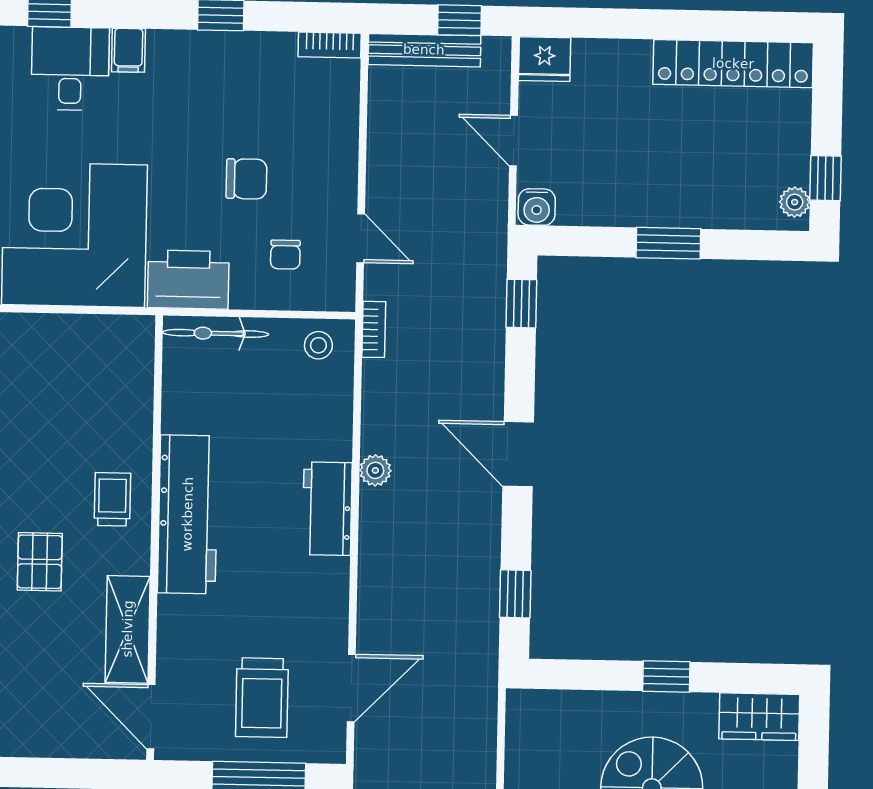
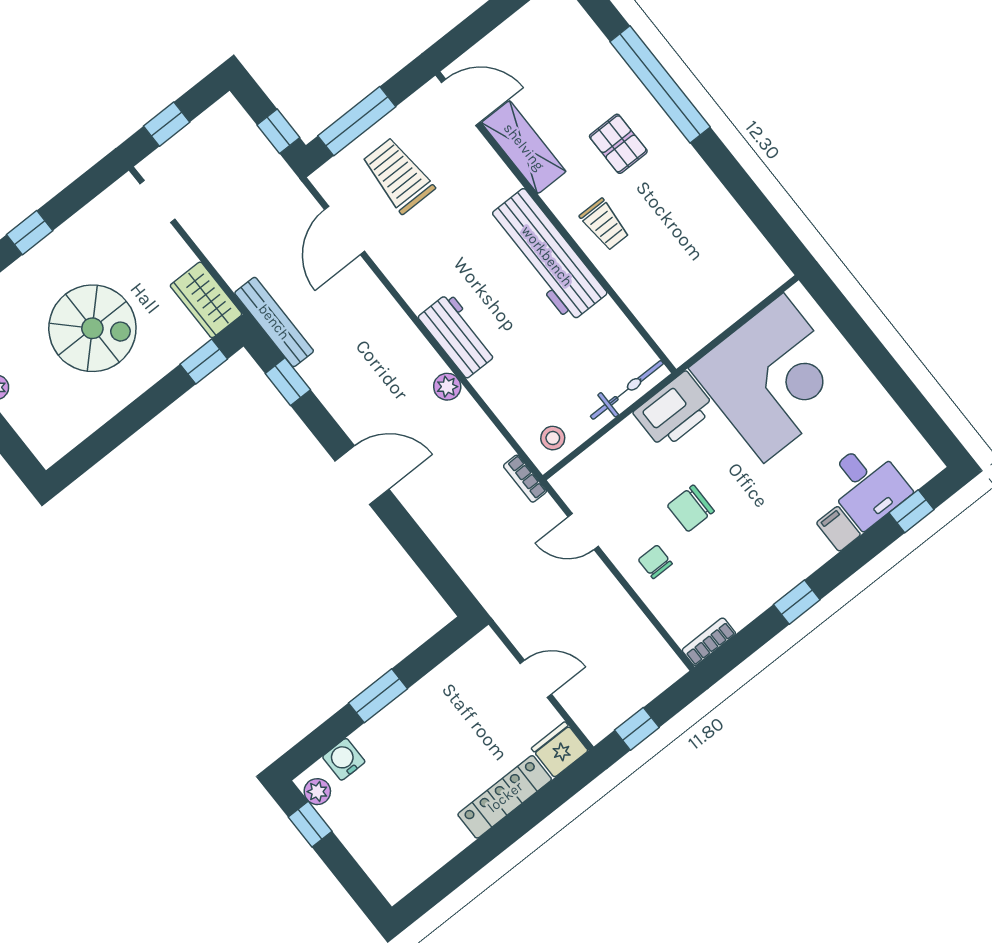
bench: (424, 50) -> (274, 322), moved, turned 90
locker: (733, 64) -> (505, 797), moved, width x0.71, depth x0.83
water cooler: (537, 207) -> (344, 759), moved
chair: (285, 255) -> (655, 562), moved
window: (521, 304) -> (442, 576), removed
window: (666, 677) -> (204, 362), moved
wardrobe: (759, 717) -> (206, 300), moved, turned -90

